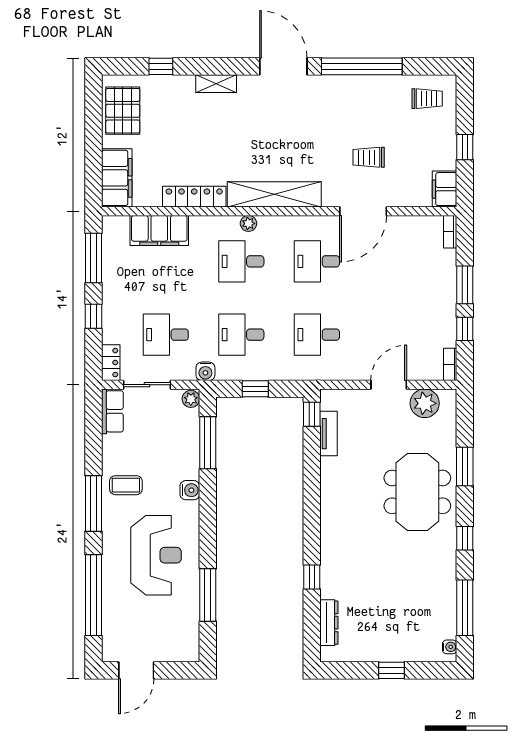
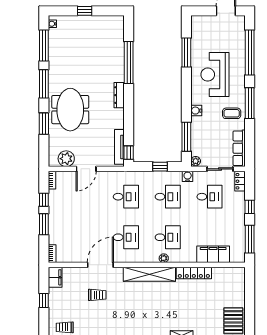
filing cabinet: (117, 178) -> (237, 283), removed
row of seats: (112, 411) -> (239, 148), width x1.48
tv unit: (328, 434) -> (119, 147), width x1.41
window: (465, 538) -> (44, 84), width x2.17
window: (312, 577) -> (129, 63), width x3.17
dresser: (329, 623) -> (119, 95), moved

